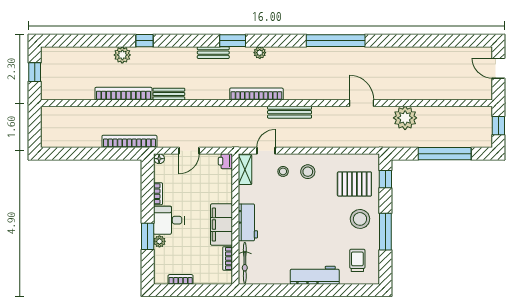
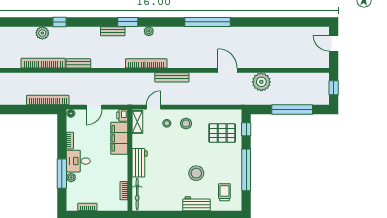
stool: (360, 219) -> (196, 173), moved
filing cabinet: (222, 225) -> (119, 138), moved
window: (385, 232) -> (246, 170), width x1.46
window: (148, 236) -> (62, 174), width x1.44
workbench: (315, 275) -> (197, 204), width x0.73

